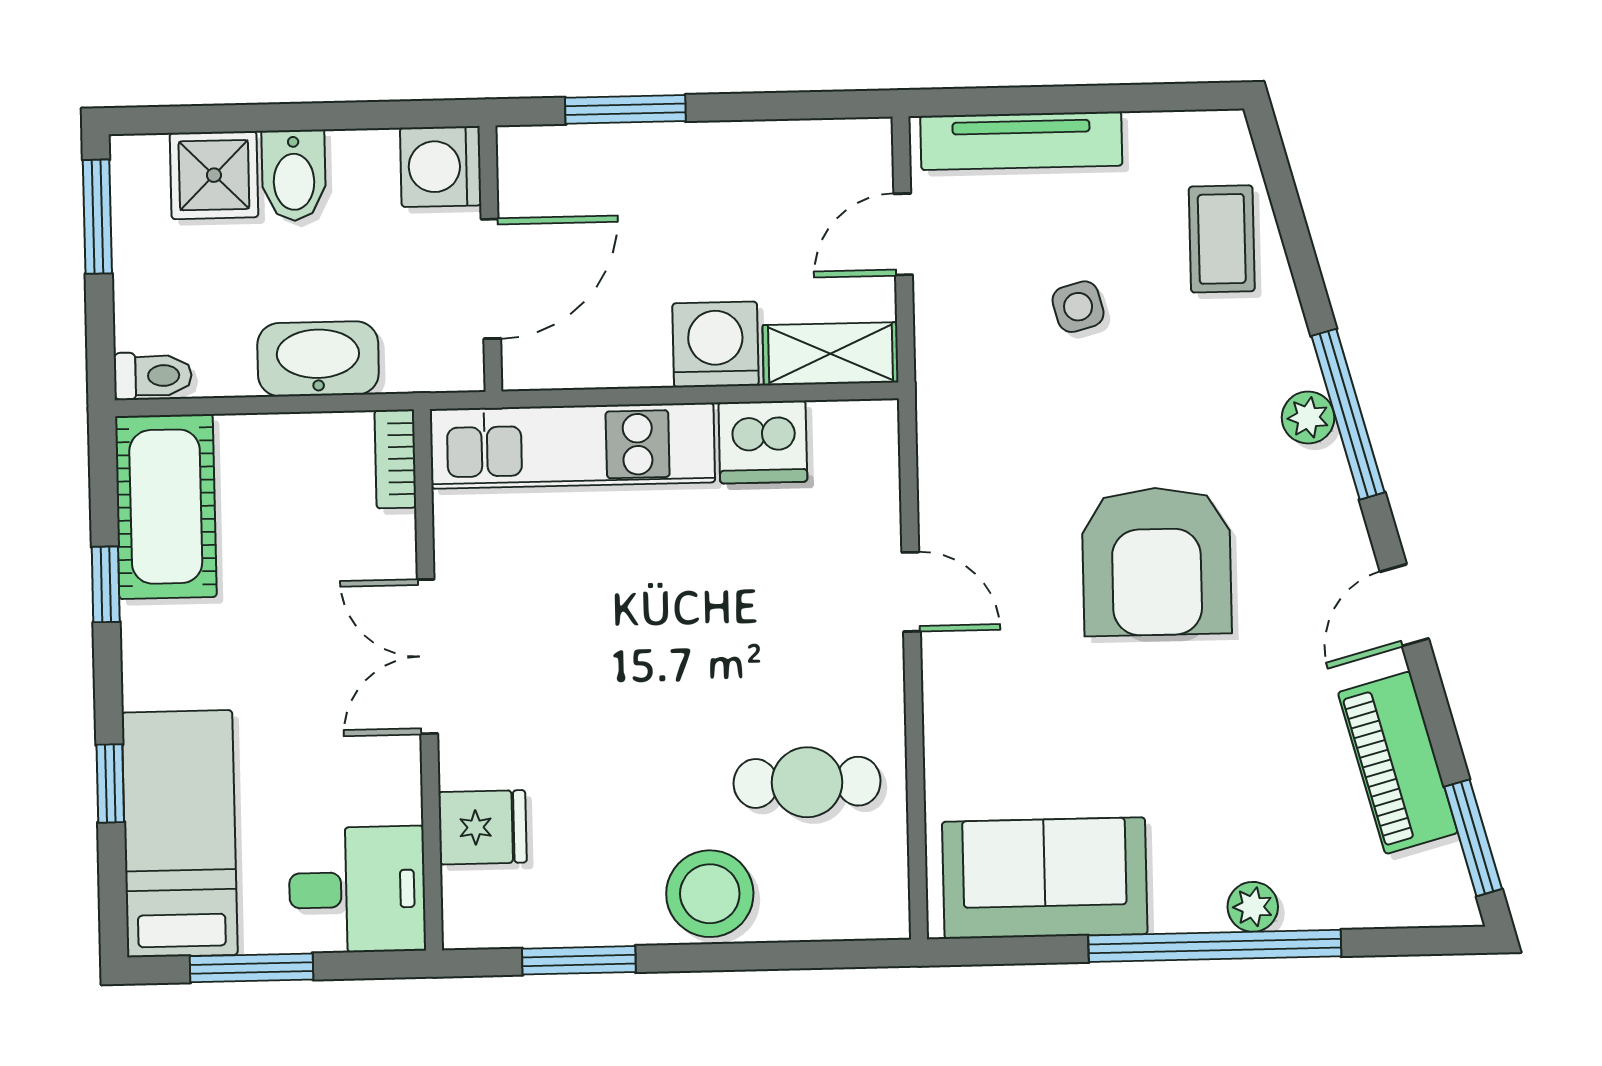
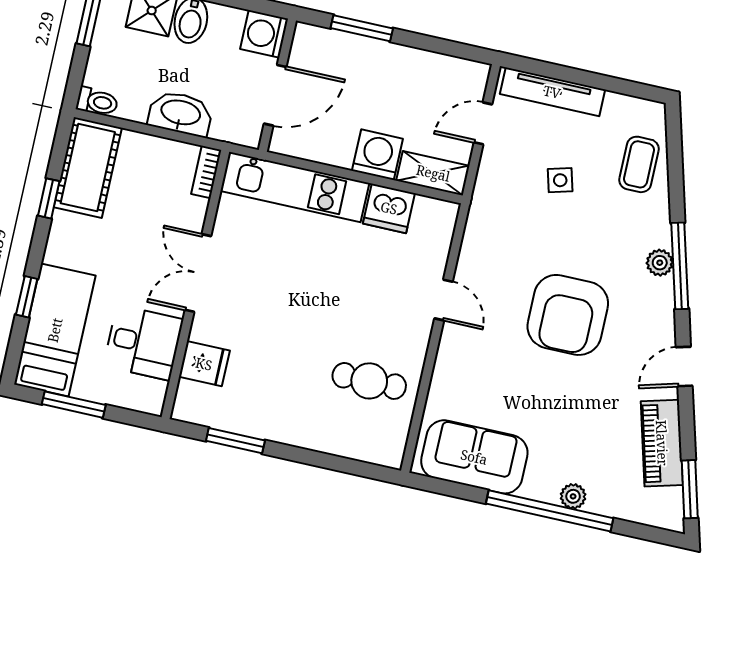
desk: (357, 890) -> (143, 343), moved
stool: (710, 894) -> (308, 424), removed

